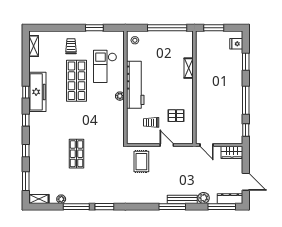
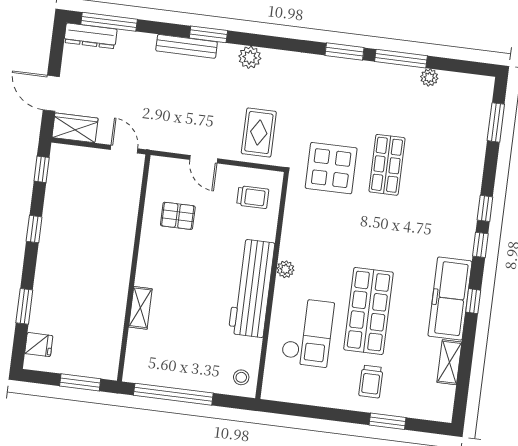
window: (94, 28) -> (387, 421), moved
shelving: (34, 46) -> (449, 362), moved
window: (246, 100) -> (34, 229), width x0.46
trolley: (151, 122) -> (253, 197), moved
display table: (104, 149) -> (331, 168), added
window: (26, 151) -> (485, 208), moved
door: (246, 182) -> (51, 93), moved
plant: (204, 198) -> (250, 57), moved
shelving: (39, 199) -> (474, 83), removed
window: (172, 207) -> (208, 34), width x0.69

